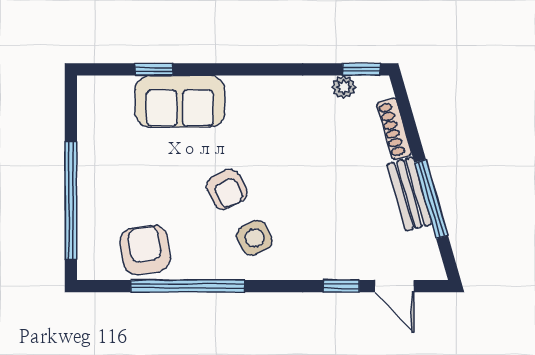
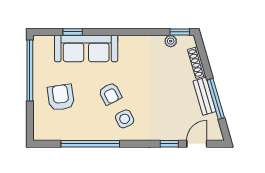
sofa: (180, 101) -> (86, 48), width x1.36
window: (71, 200) -> (30, 71), moved
armchair: (145, 250) -> (61, 97), moved
door: (394, 286) -> (197, 144), swing flipped

